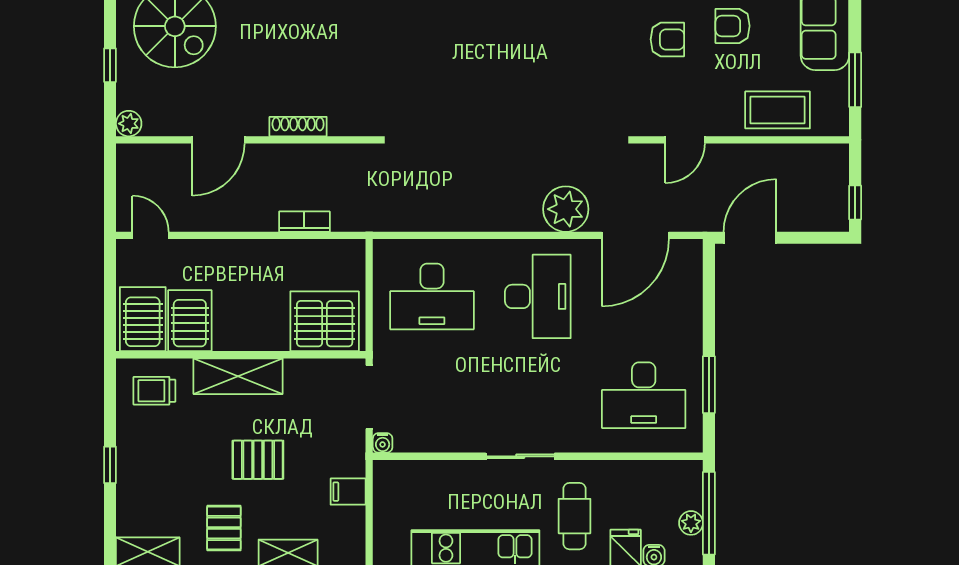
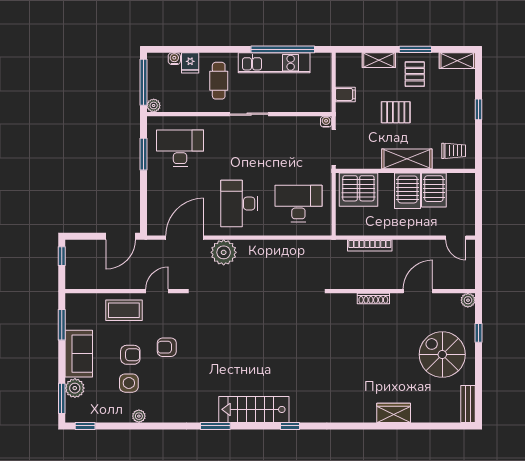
coffee table: (778, 110) -> (124, 310), moved
bookcase: (304, 222) -> (370, 245), width x1.56
server rack: (143, 319) -> (407, 191), moved
plant: (691, 523) -> (154, 105), moved

